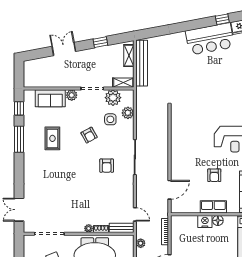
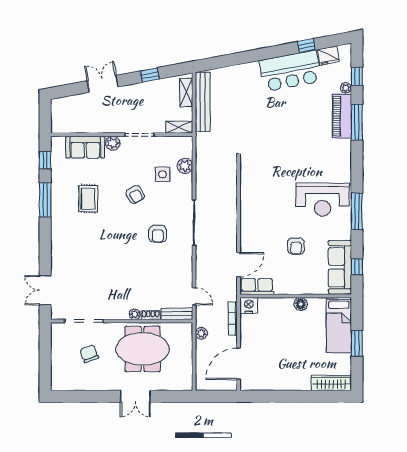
plant: (113, 98) -> (166, 146), removed
row of seats: (213, 207) -> (257, 287), moved
nightstand: (205, 221) -> (249, 305), moved

